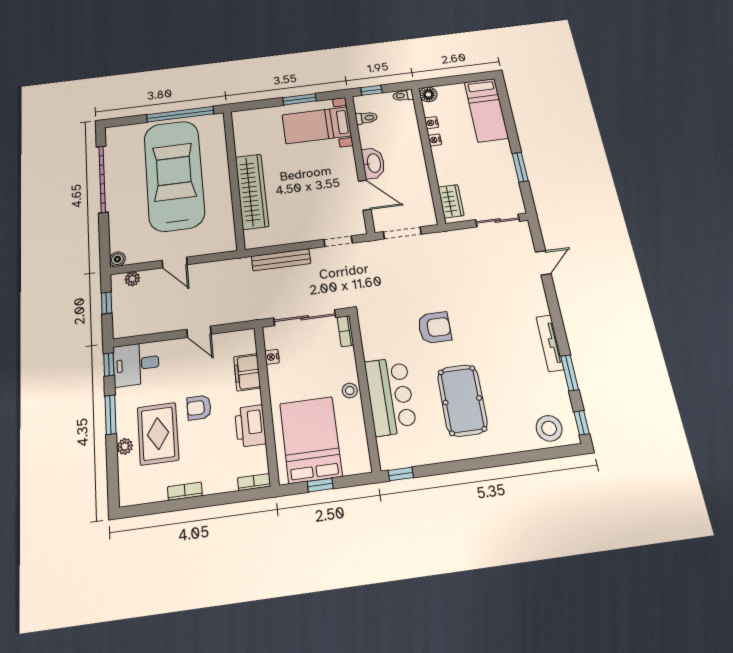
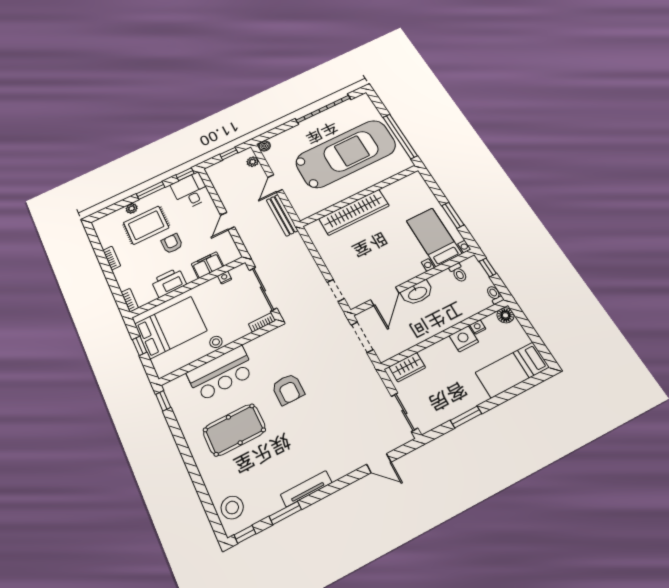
nightstand: (435, 140) -> (464, 339), width x1.89, depth x1.79
bench: (281, 260) -> (282, 215), moved

